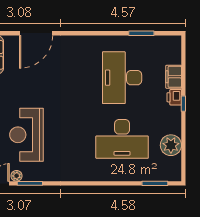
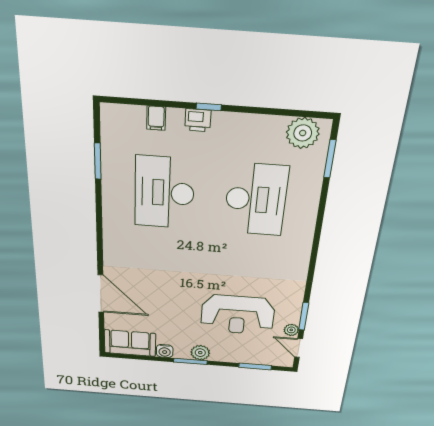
filing cabinet: (174, 77) -> (156, 118), width x0.50
desk: (122, 78) -> (164, 193), turned 90
plant: (171, 145) -> (303, 133), moved

